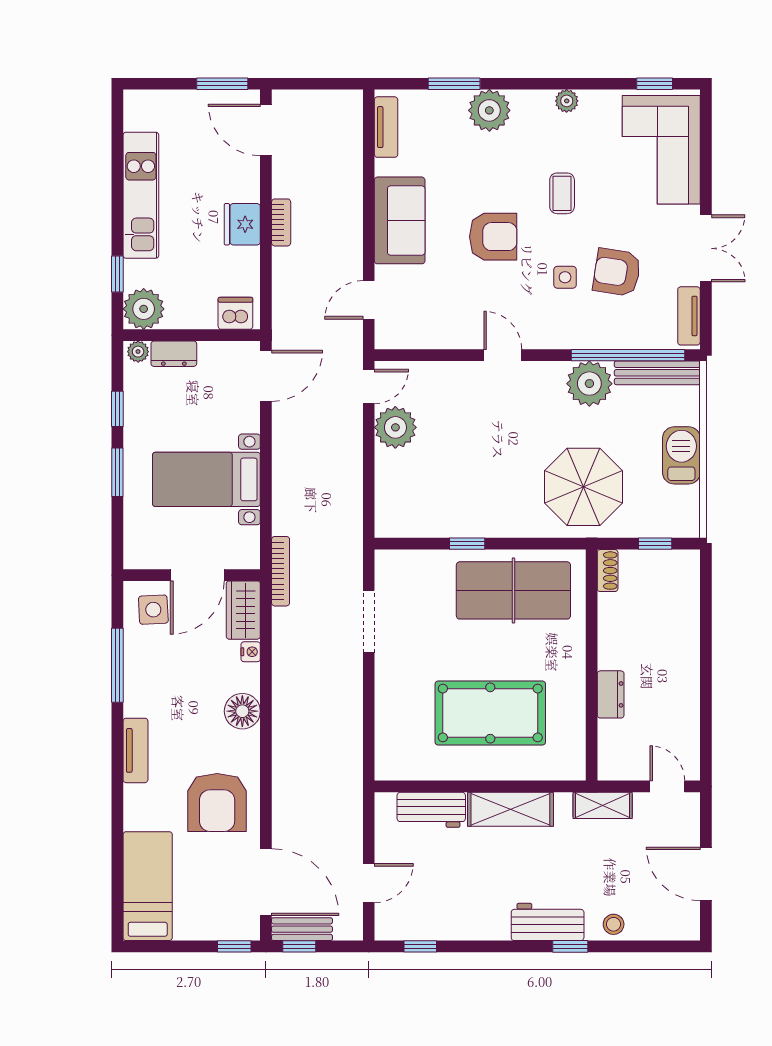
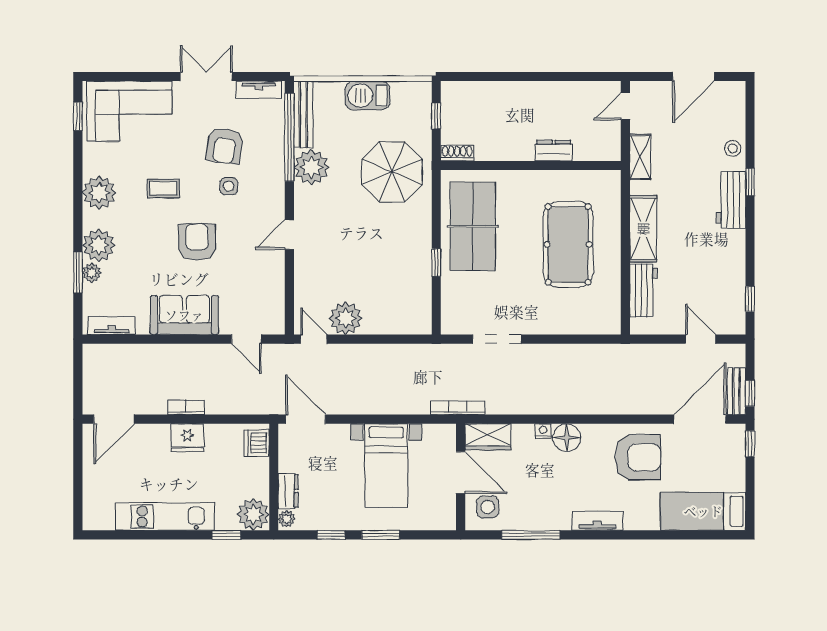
window: (222, 84) -> (78, 453), removed
plant: (567, 101) -> (99, 193), width x1.88, depth x1.88
plant: (454, 102) -> (92, 273), added
nightstand: (251, 652) -> (543, 431), moved

